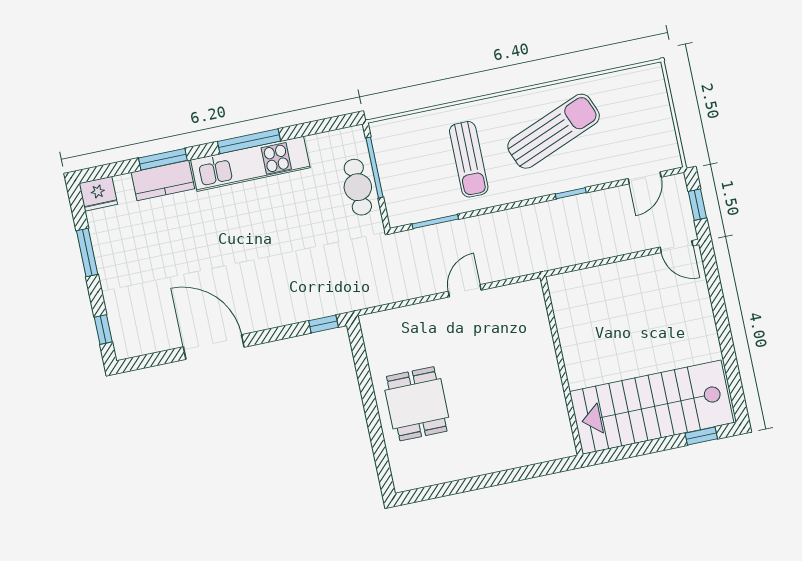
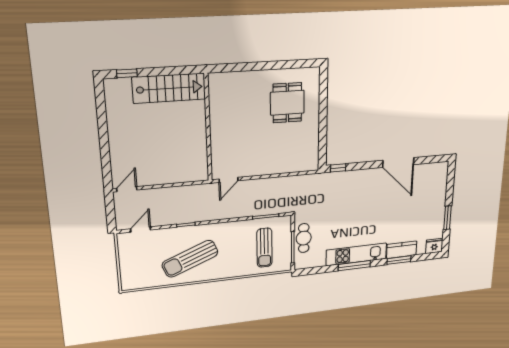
sun lounger: (469, 159) -> (264, 248), moved, turned 180
window: (697, 205) -> (110, 212), removed
door: (676, 247) -> (127, 189), hinge flipped
door: (465, 291) -> (229, 180), moved
window: (103, 329) -> (451, 178), removed
dining table: (417, 404) -> (287, 103), moved
stairs: (652, 407) -> (169, 88), width x0.73, depth x0.66

